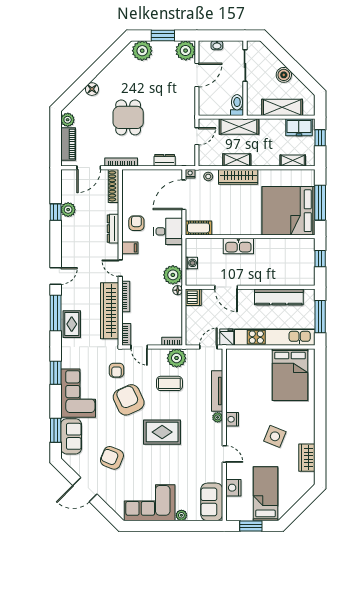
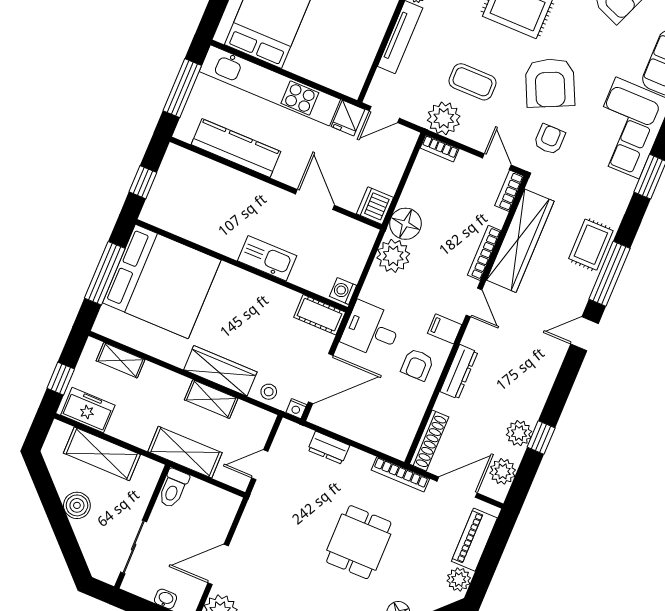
plant: (68, 186) -> (503, 471), added
washing machine: (191, 263) -> (343, 291), moved
floor lamp: (178, 290) -> (405, 224), width x1.89, depth x1.89

